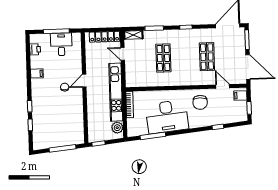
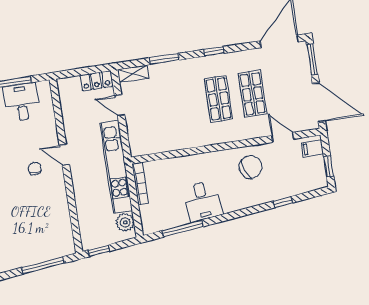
locker: (105, 37) -> (96, 81), width x0.66
shop shelf: (163, 58) -> (218, 99), moved
door: (84, 81) -> (64, 155), hinge flipped
chair: (200, 102) -> (251, 167), turned -109
desk: (167, 117) -> (203, 201), width x0.53, depth x0.77

